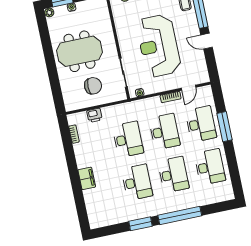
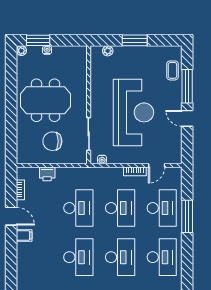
reception desk: (159, 46) -> (133, 112), turned 180
chair: (93, 86) -> (52, 141), turned 180
door: (71, 159) -> (11, 216), added
filing cabinet: (87, 178) -> (24, 236), width x0.50

